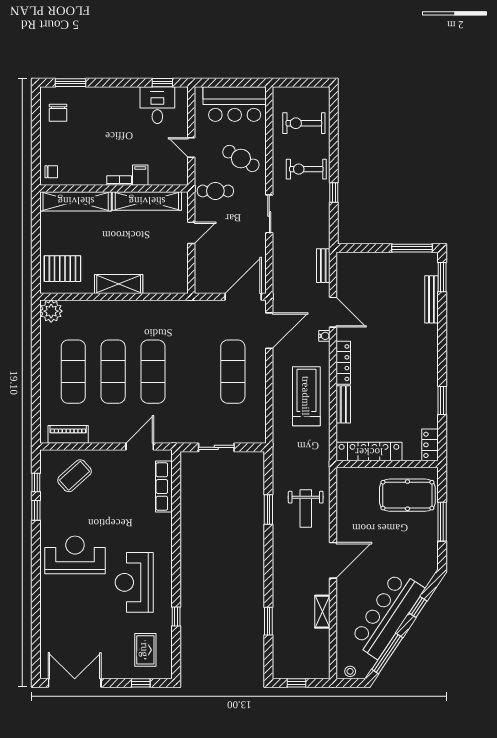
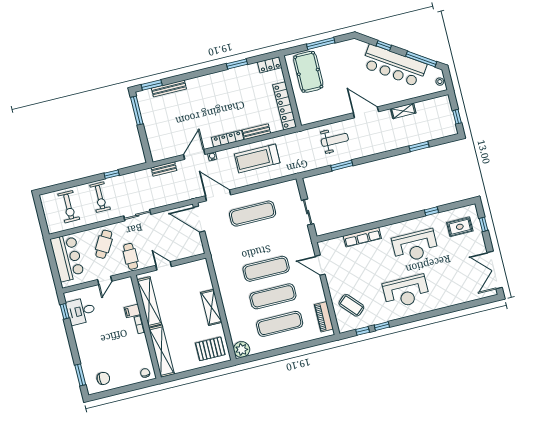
pallet: (62, 269) -> (210, 349), turned 90
row of seats: (164, 487) -> (362, 237), moved
reception desk: (75, 555) -> (406, 292), turned -90

